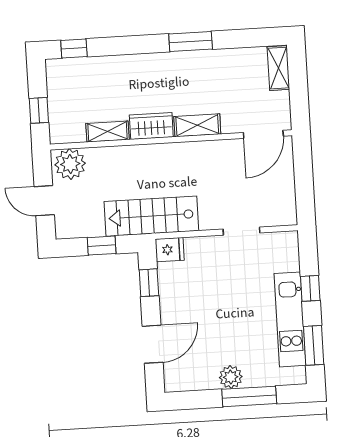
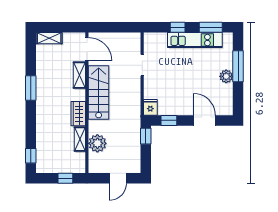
shelving: (197, 125) -> (79, 75), moved
plant: (70, 164) -> (97, 143), moved
stairs: (151, 216) -> (99, 93), moved, turned 180
window: (102, 246) -> (146, 136), moved

